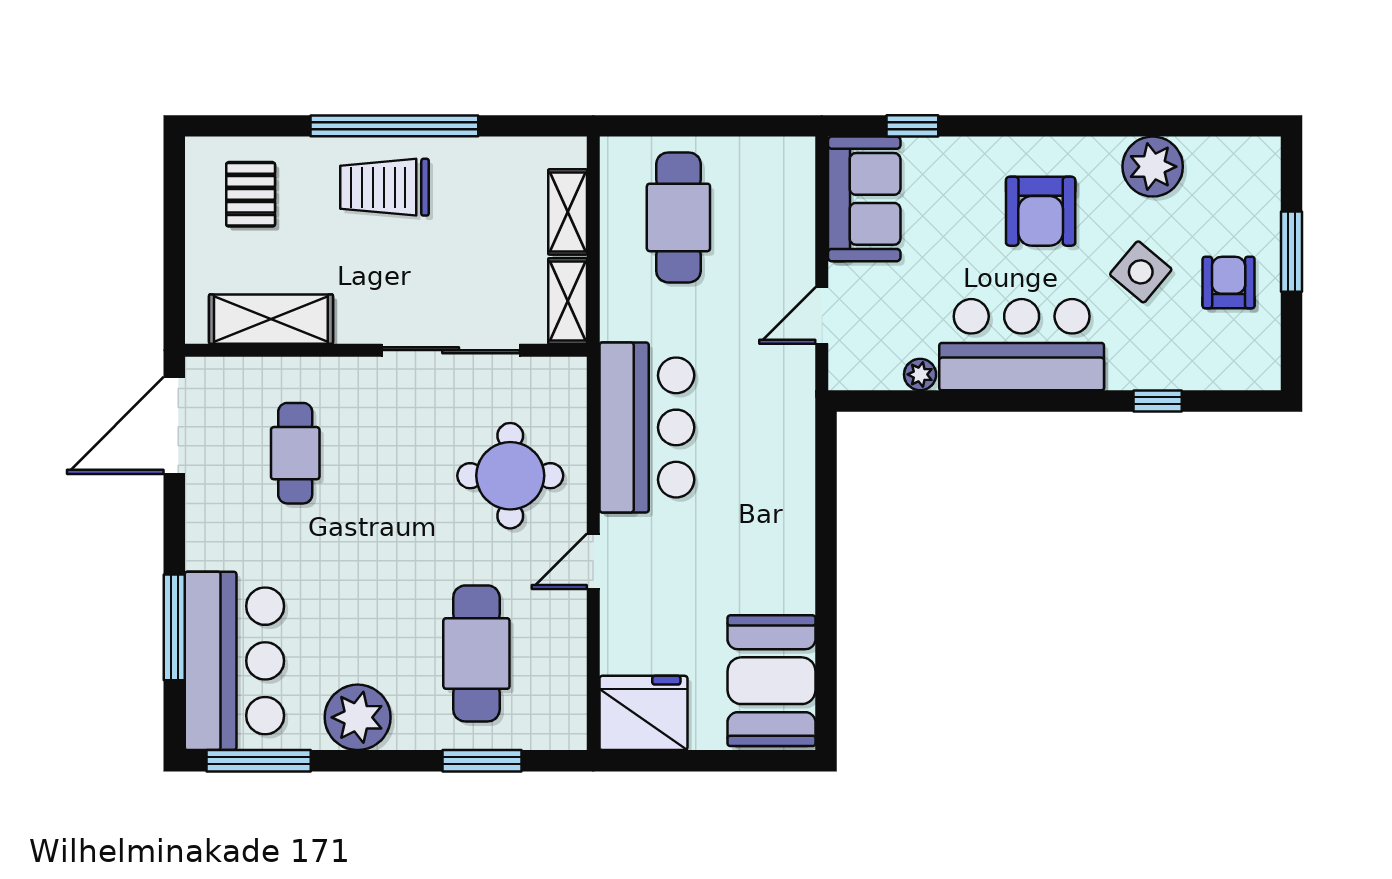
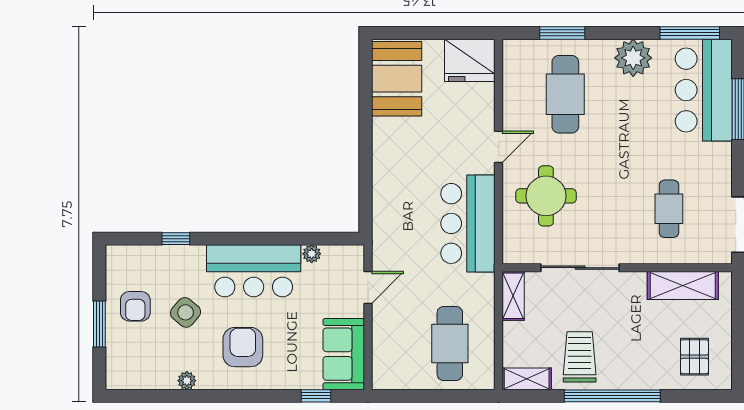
plant: (1153, 167) -> (187, 381), width x0.53, depth x0.53
trolley: (384, 187) -> (580, 357), moved, turned -90
shelving: (568, 212) -> (527, 379), moved, turned 90

